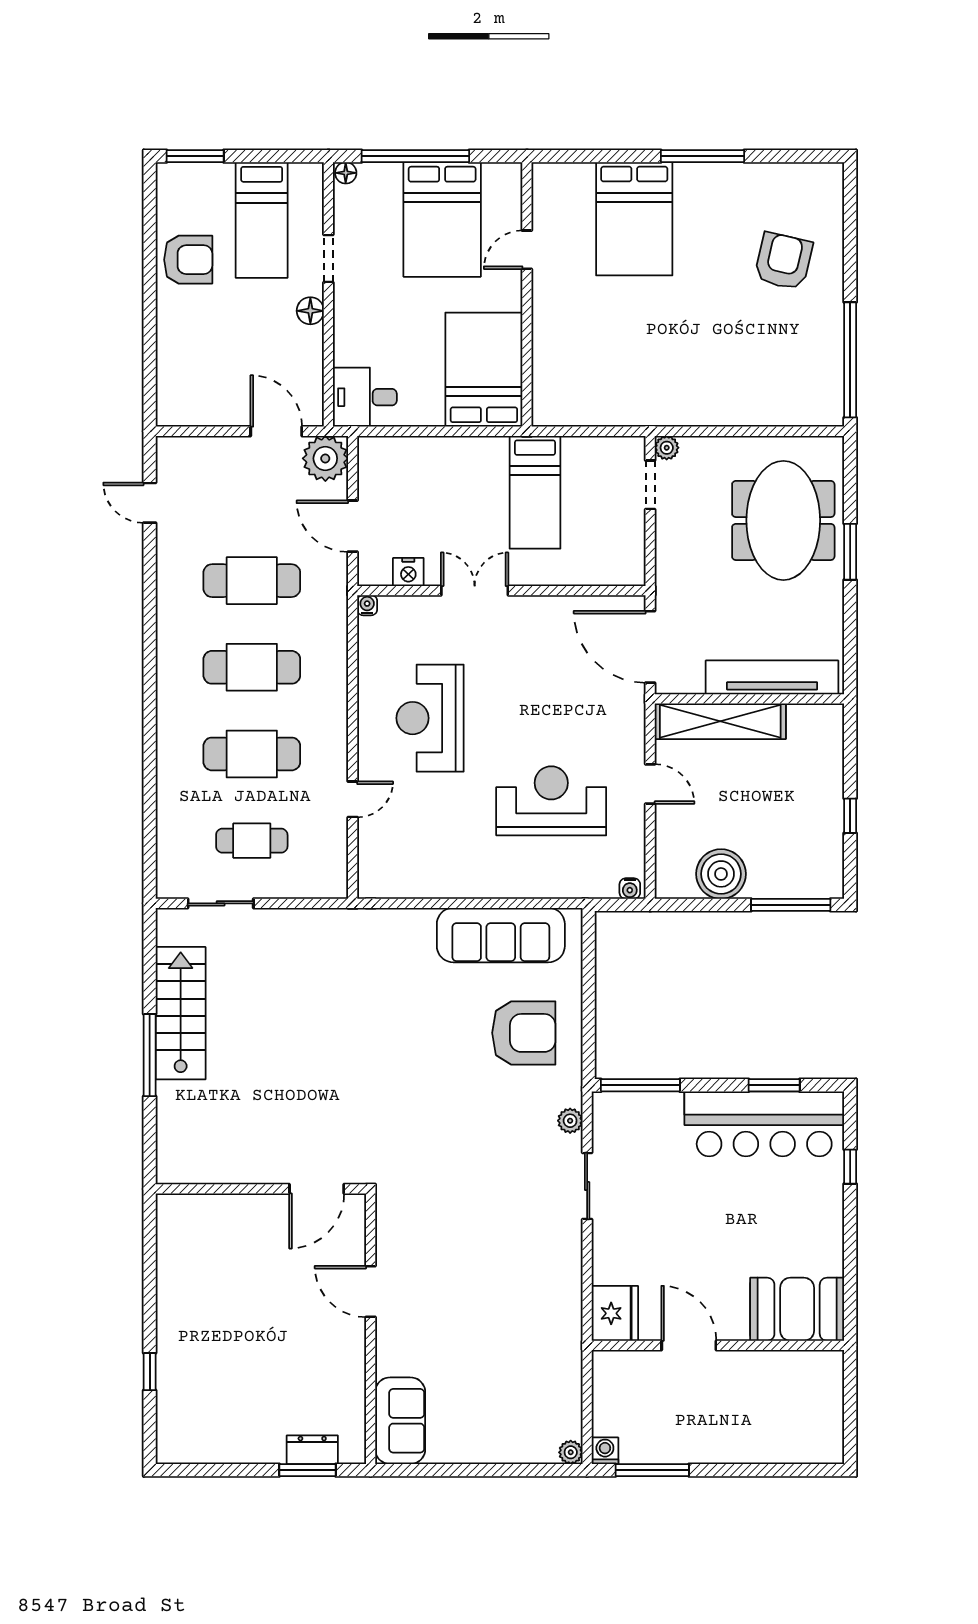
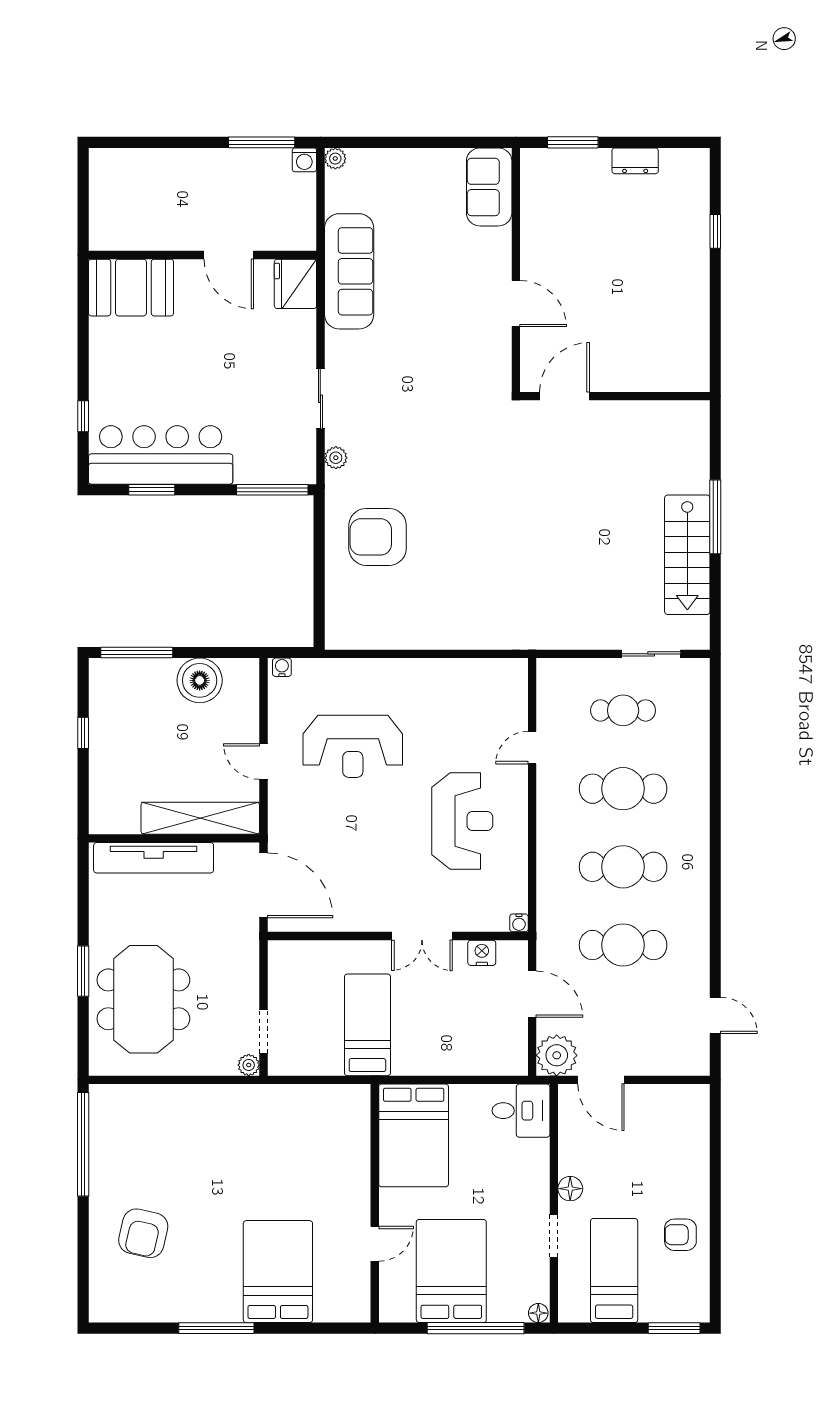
armchair: (188, 260) -> (680, 1235), width x0.72, depth x0.72
sofa: (501, 935) -> (349, 271), moved, turned 90
dresser: (312, 1450) -> (635, 161), moved

